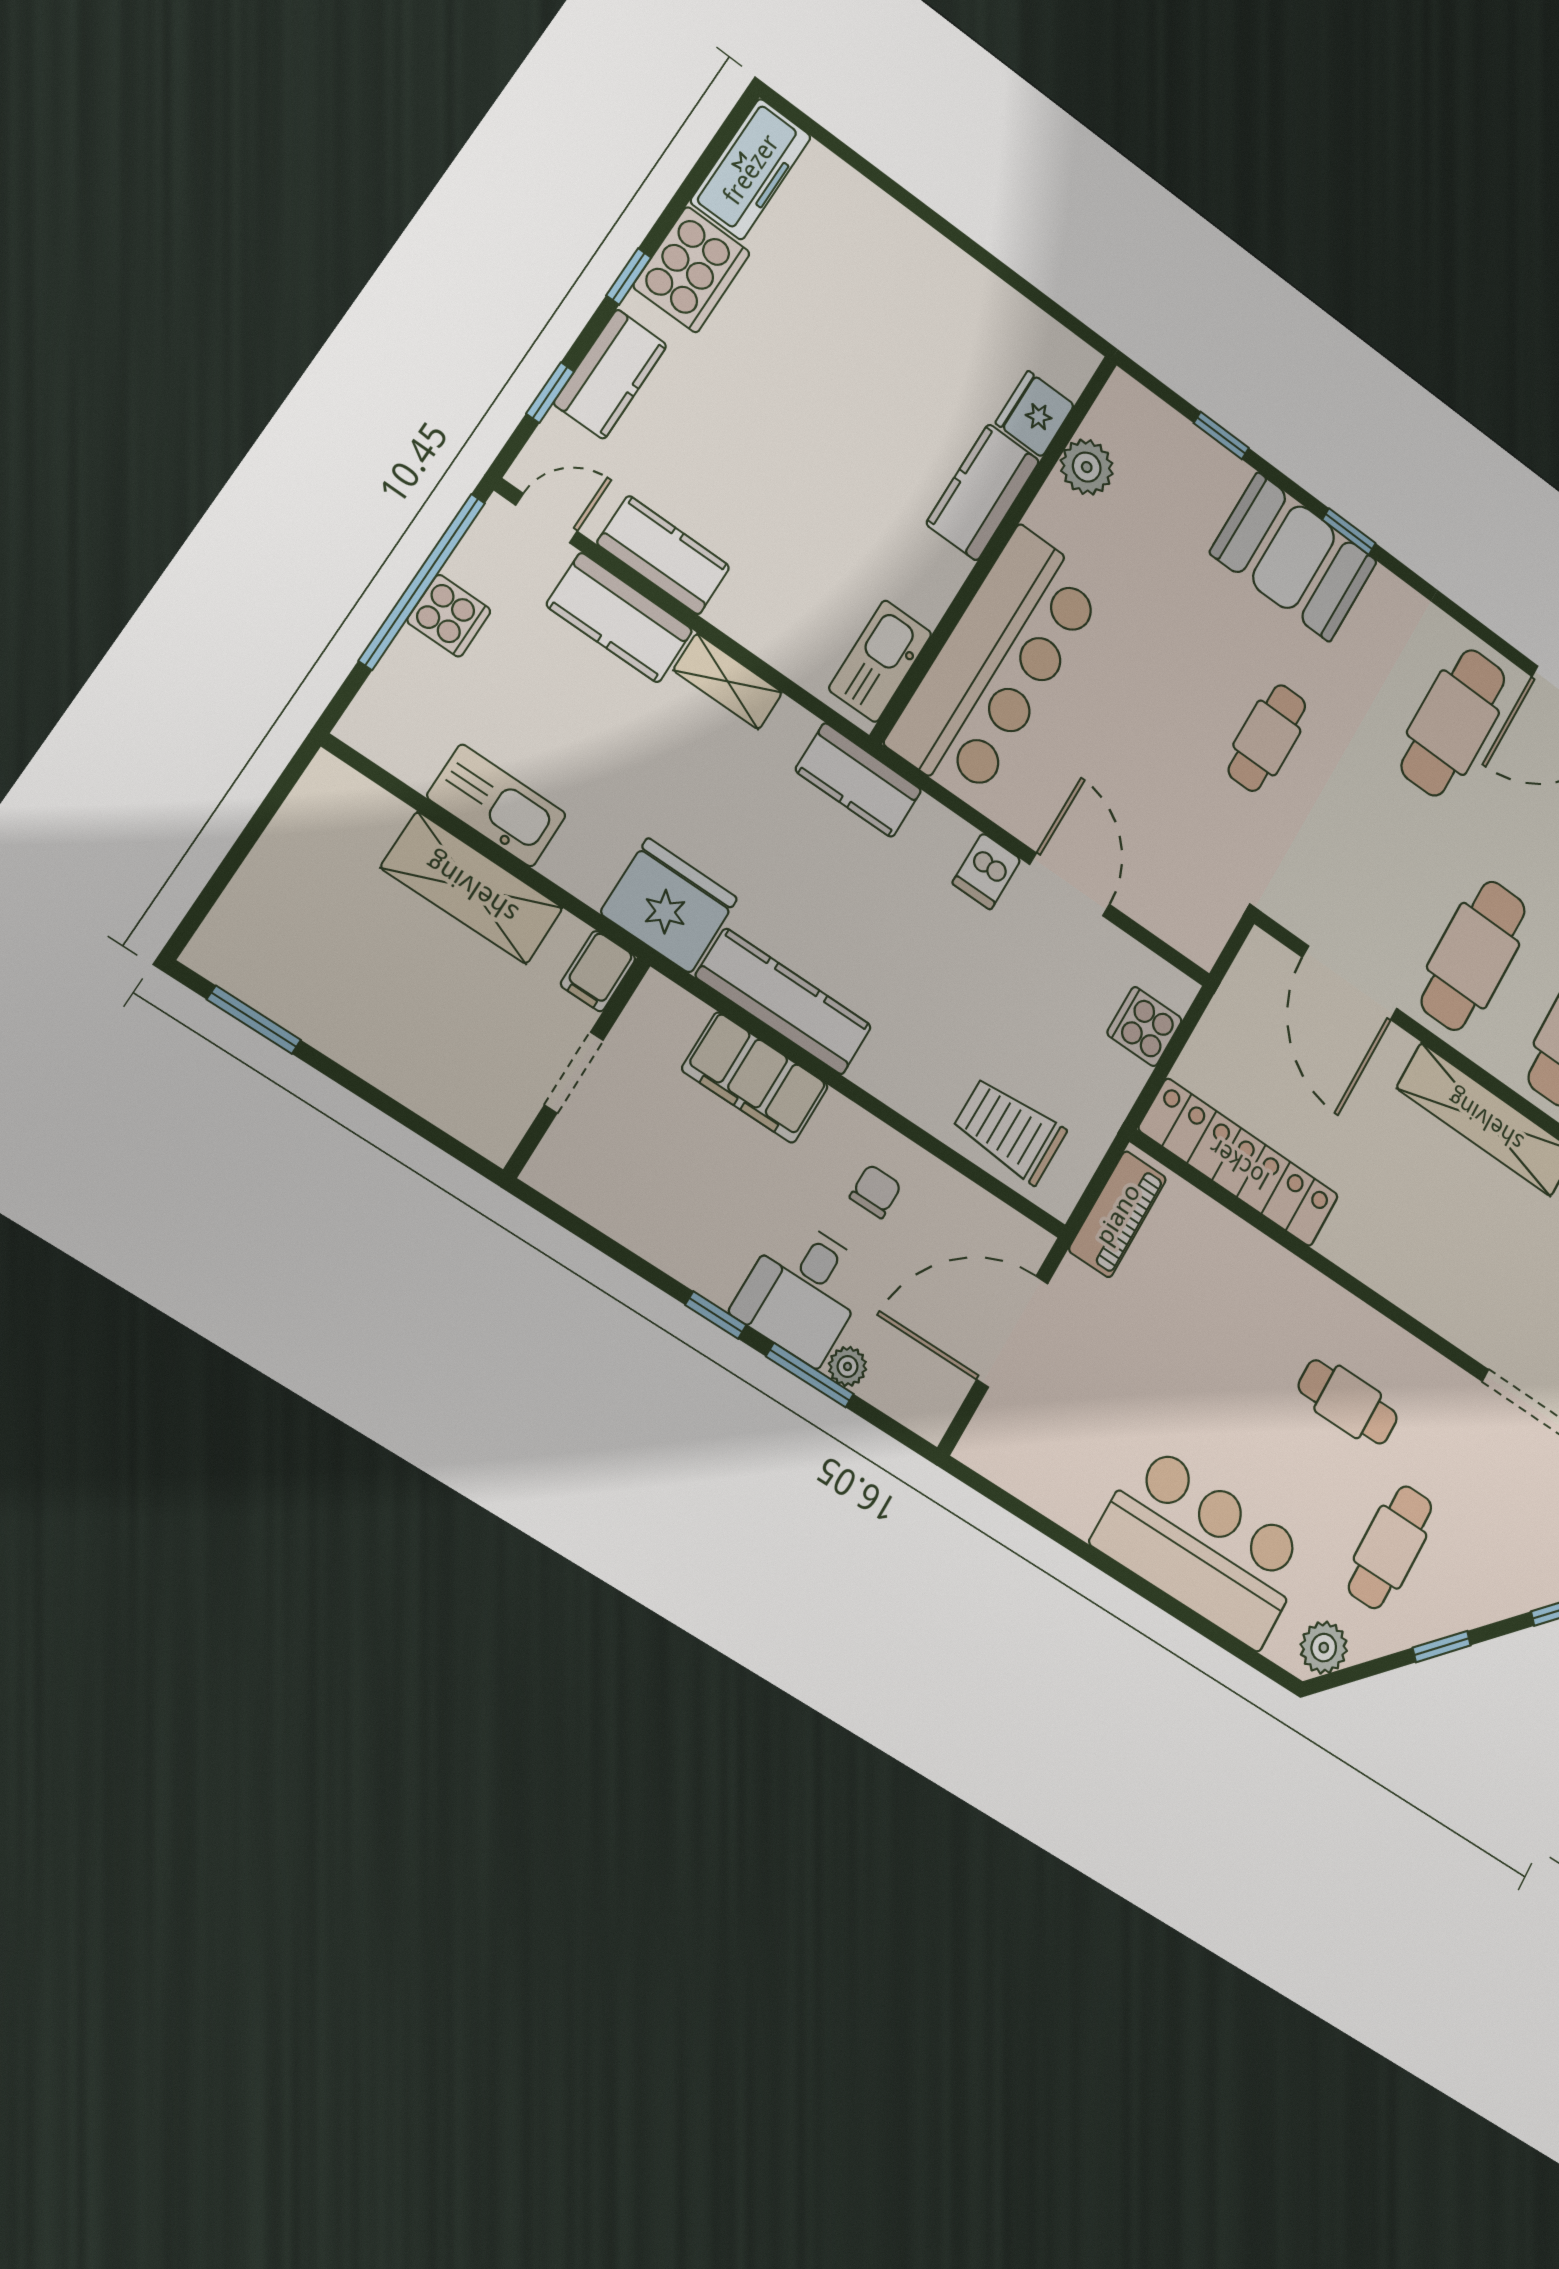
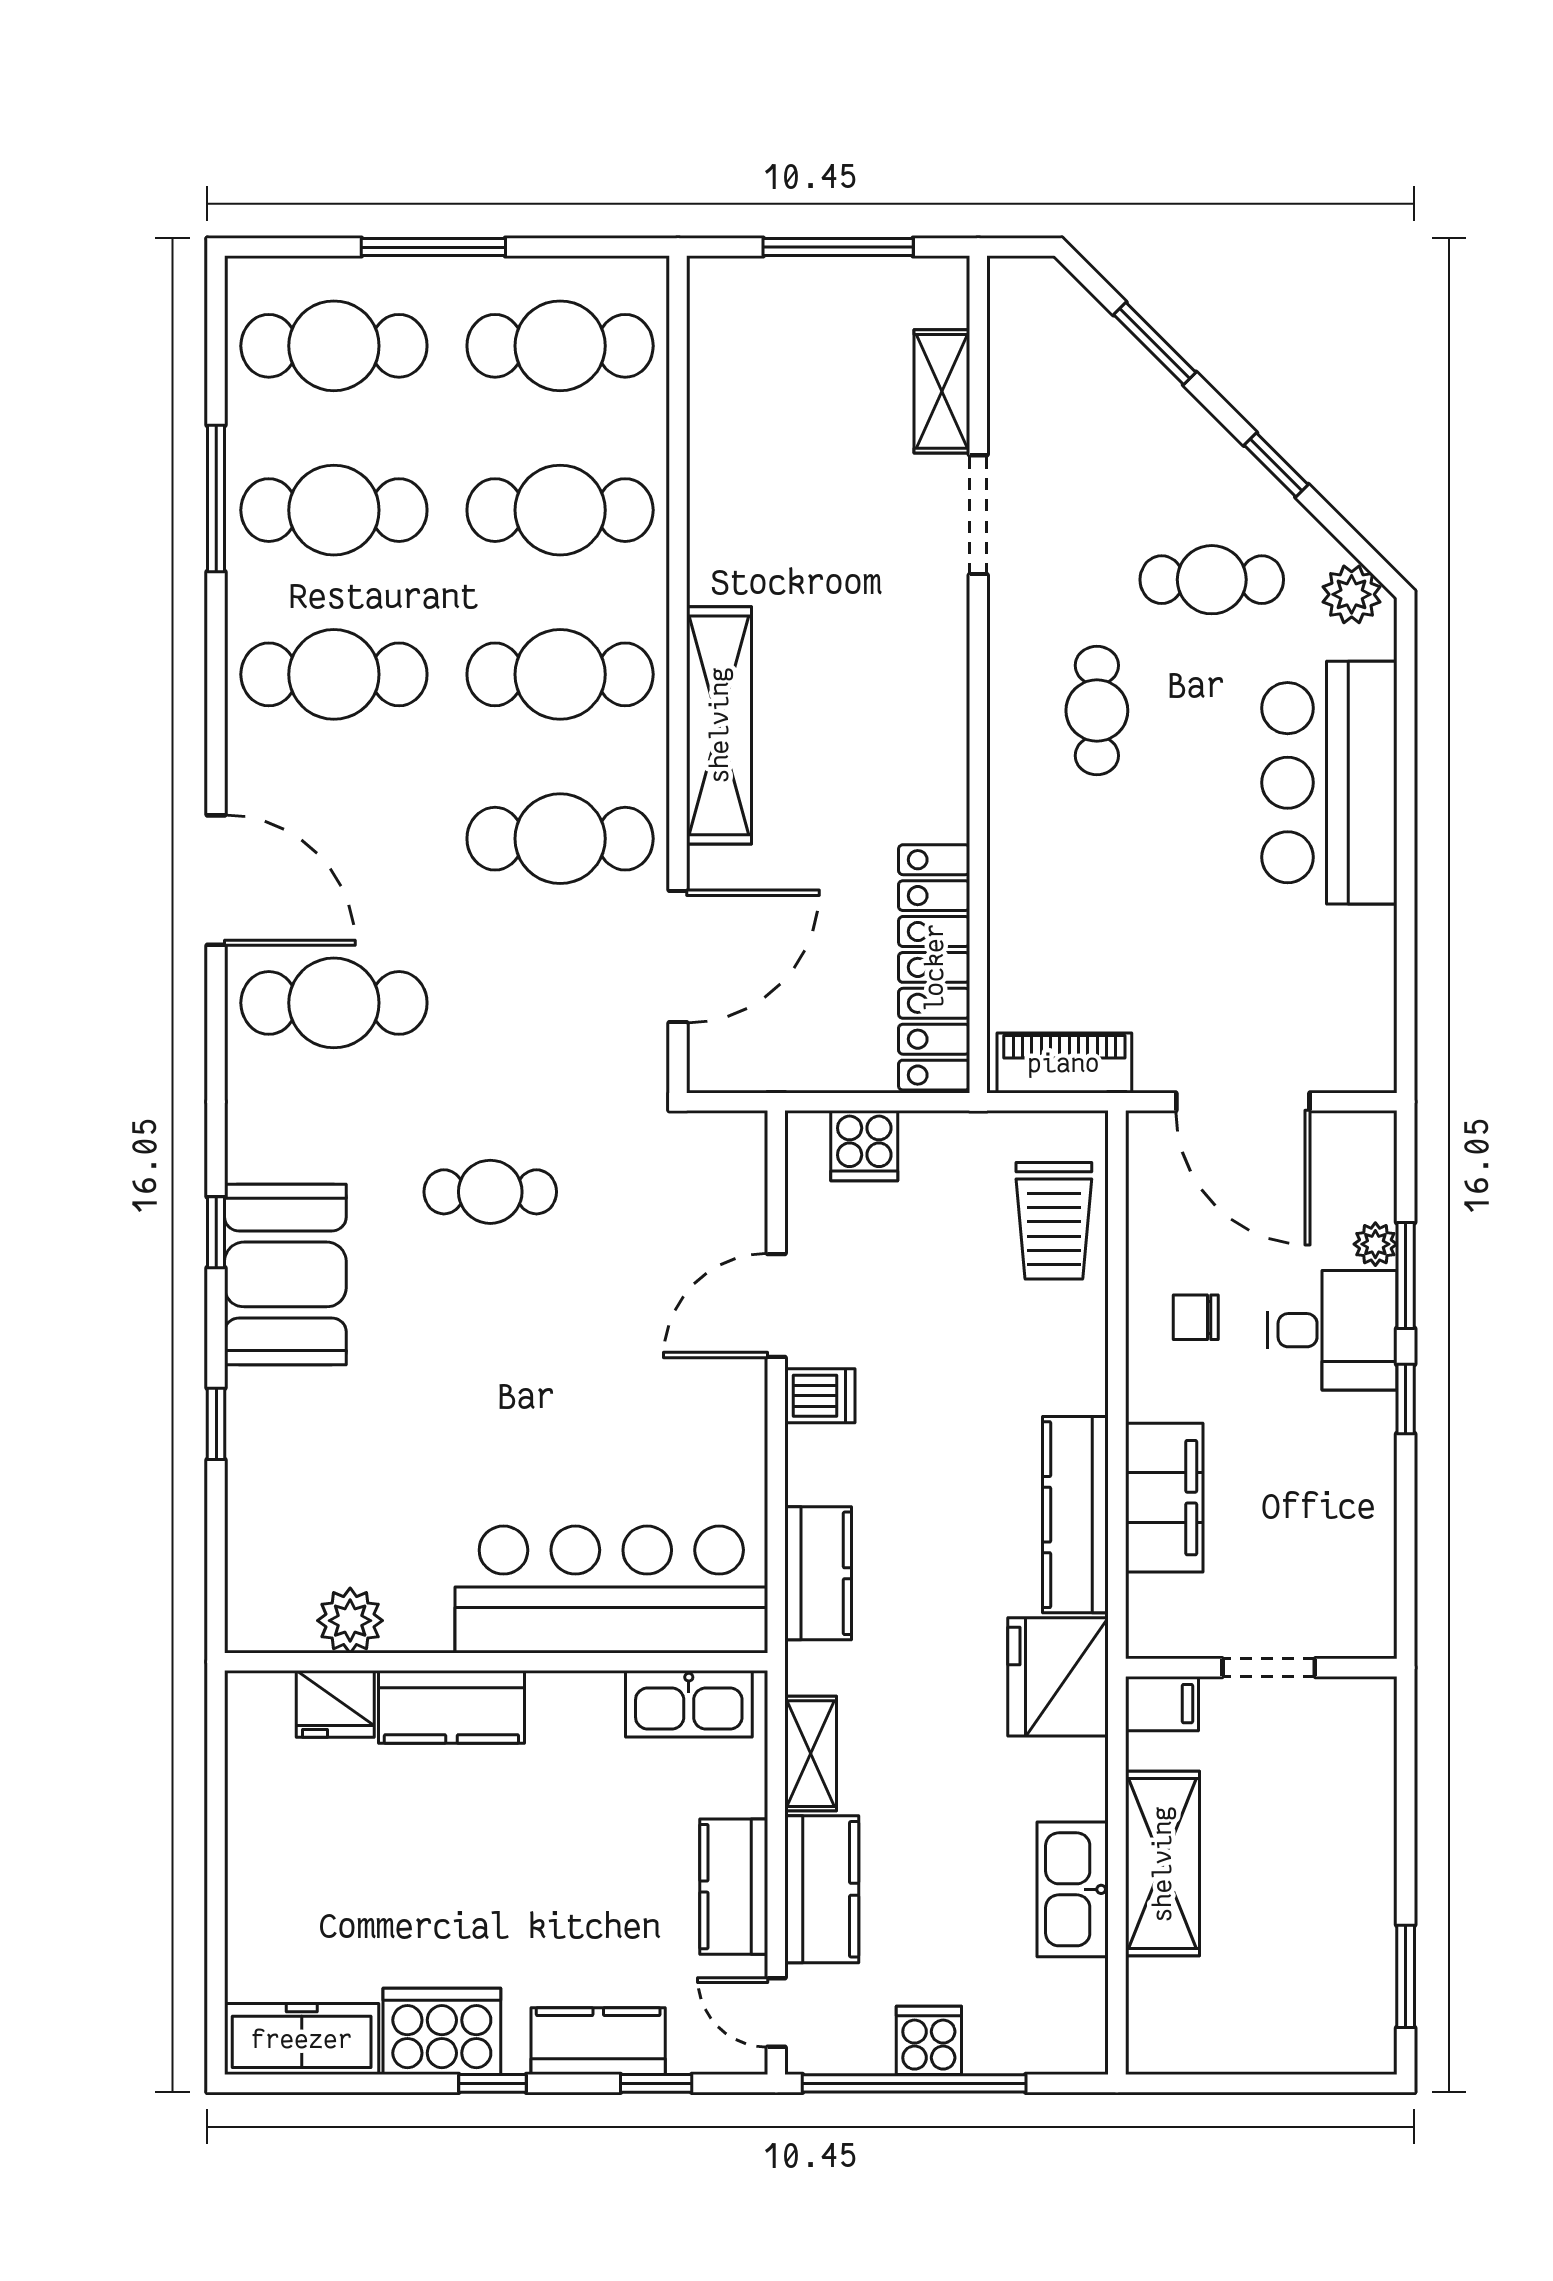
fridge: (1035, 414) -> (335, 1704), moved
plant: (1087, 467) -> (350, 1621), moved
kitchen counter: (983, 492) -> (451, 1707), moved
wall: (995, 547) -> (496, 1662), moved
kitchen sink: (880, 661) -> (689, 1704), moved
bar counter: (997, 665) -> (611, 1590), moved

